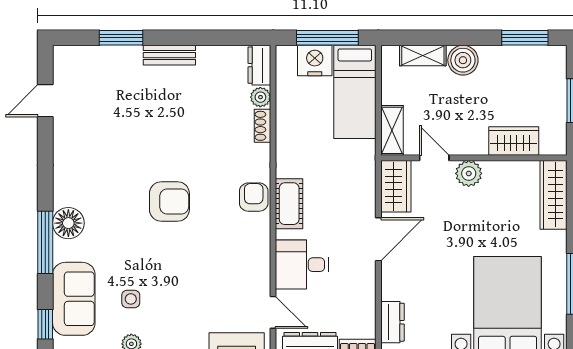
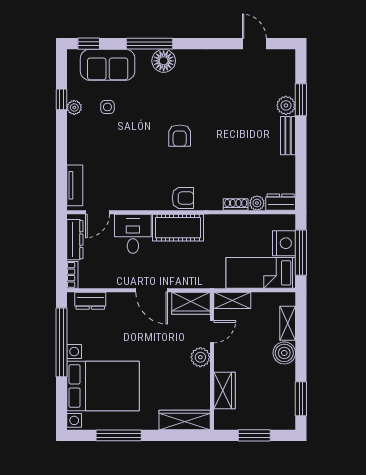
plant: (129, 58) -> (286, 105), added
armchair: (169, 201) -> (180, 136), width x0.72, depth x0.72
cot: (289, 204) -> (178, 228), width x1.37, depth x1.34

